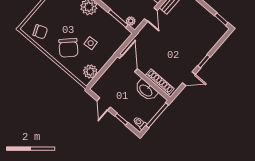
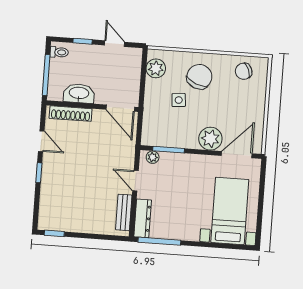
chair: (68, 48) -> (199, 77), turned 67
door: (189, 79) -> (41, 141), swing flipped

